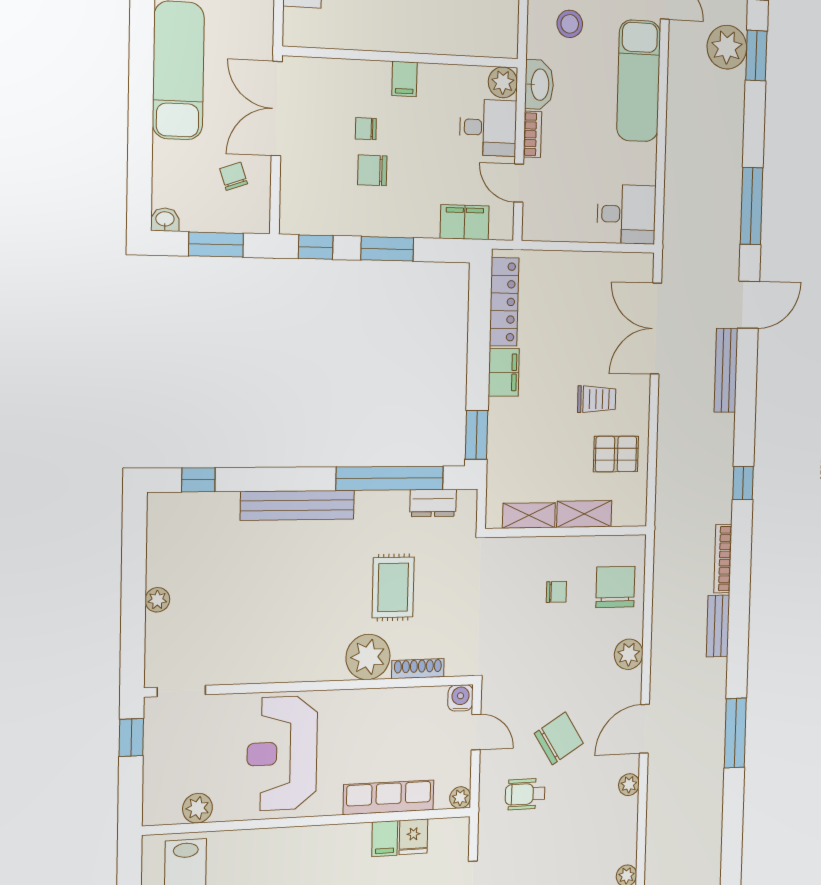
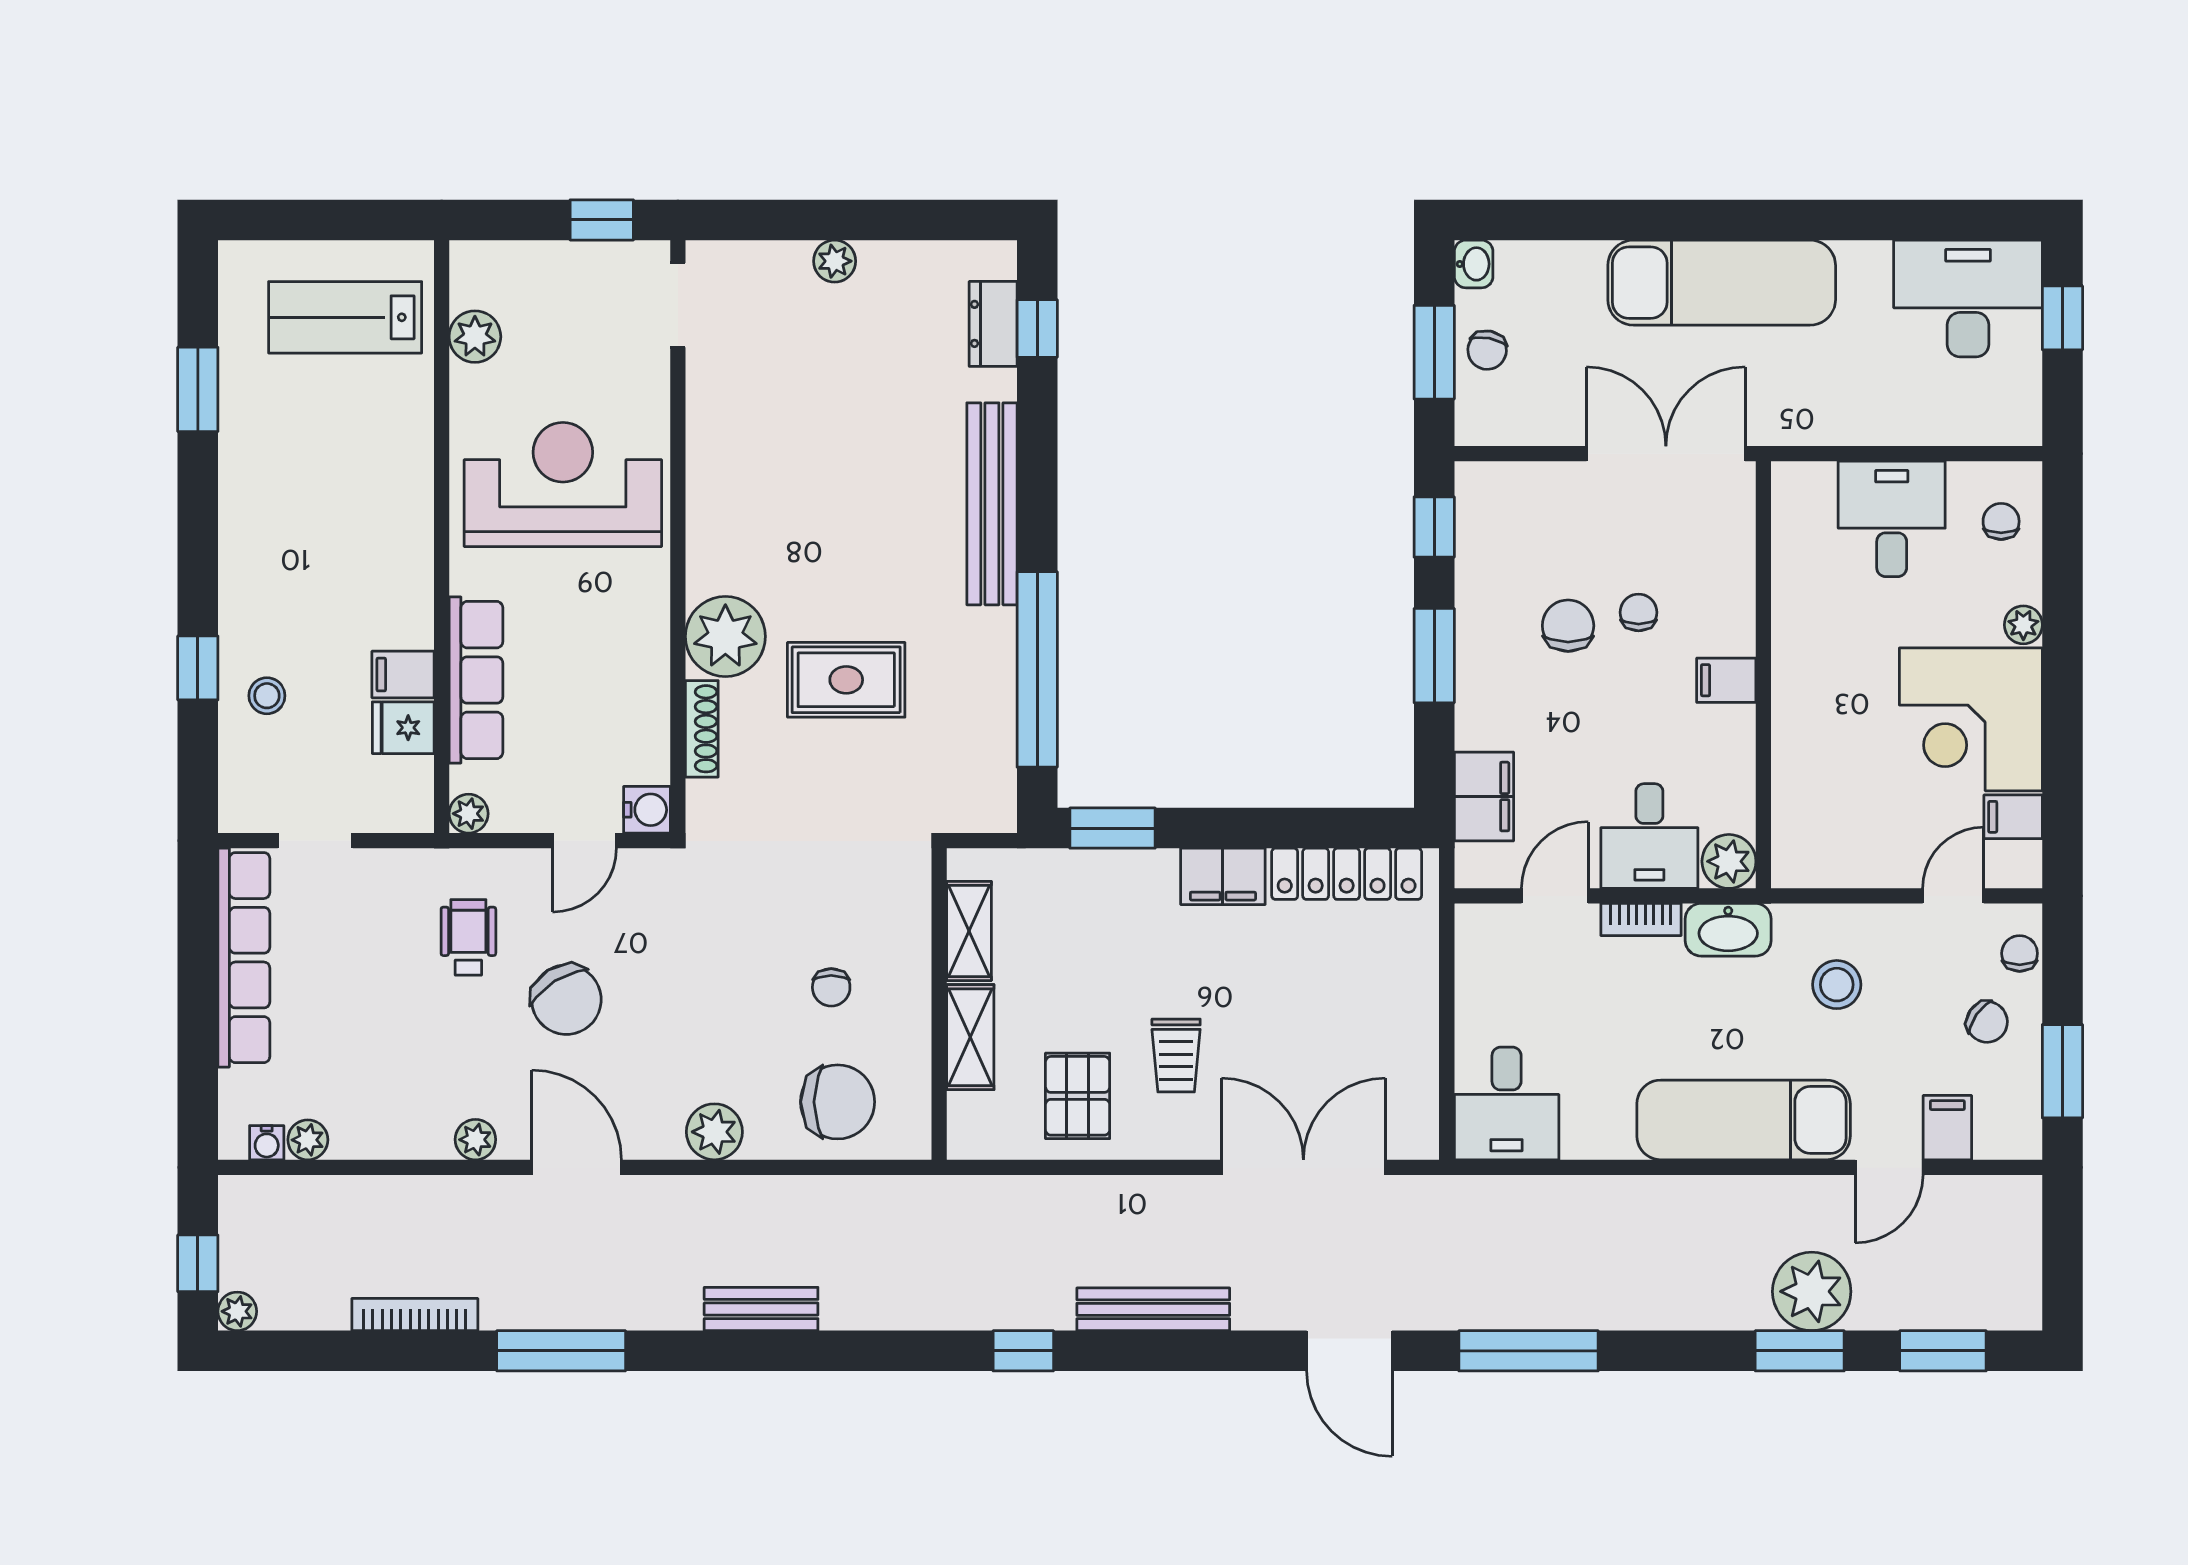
chair: (234, 176) -> (1487, 350), moved, turned 120
bench: (726, 370) -> (1153, 1309), moved
dresser: (433, 503) -> (993, 324), moved
bookcase: (723, 559) -> (415, 1315), moved

